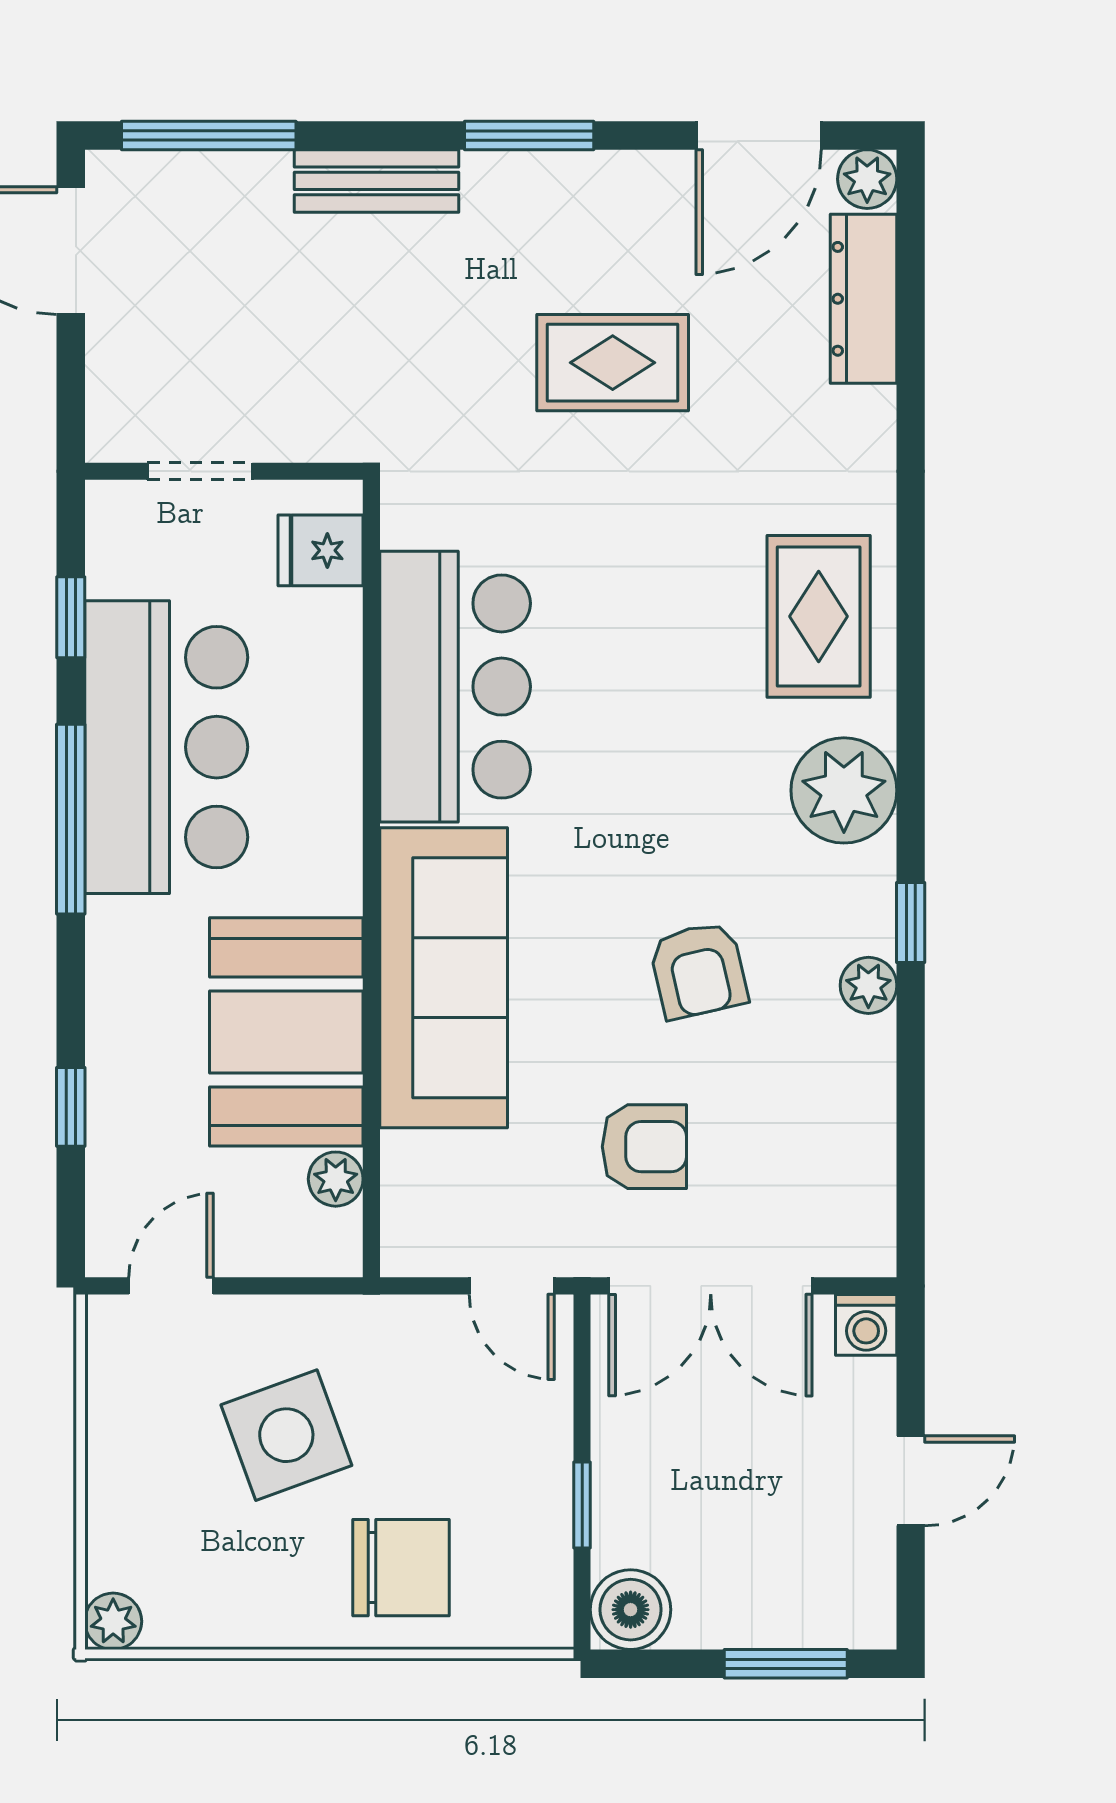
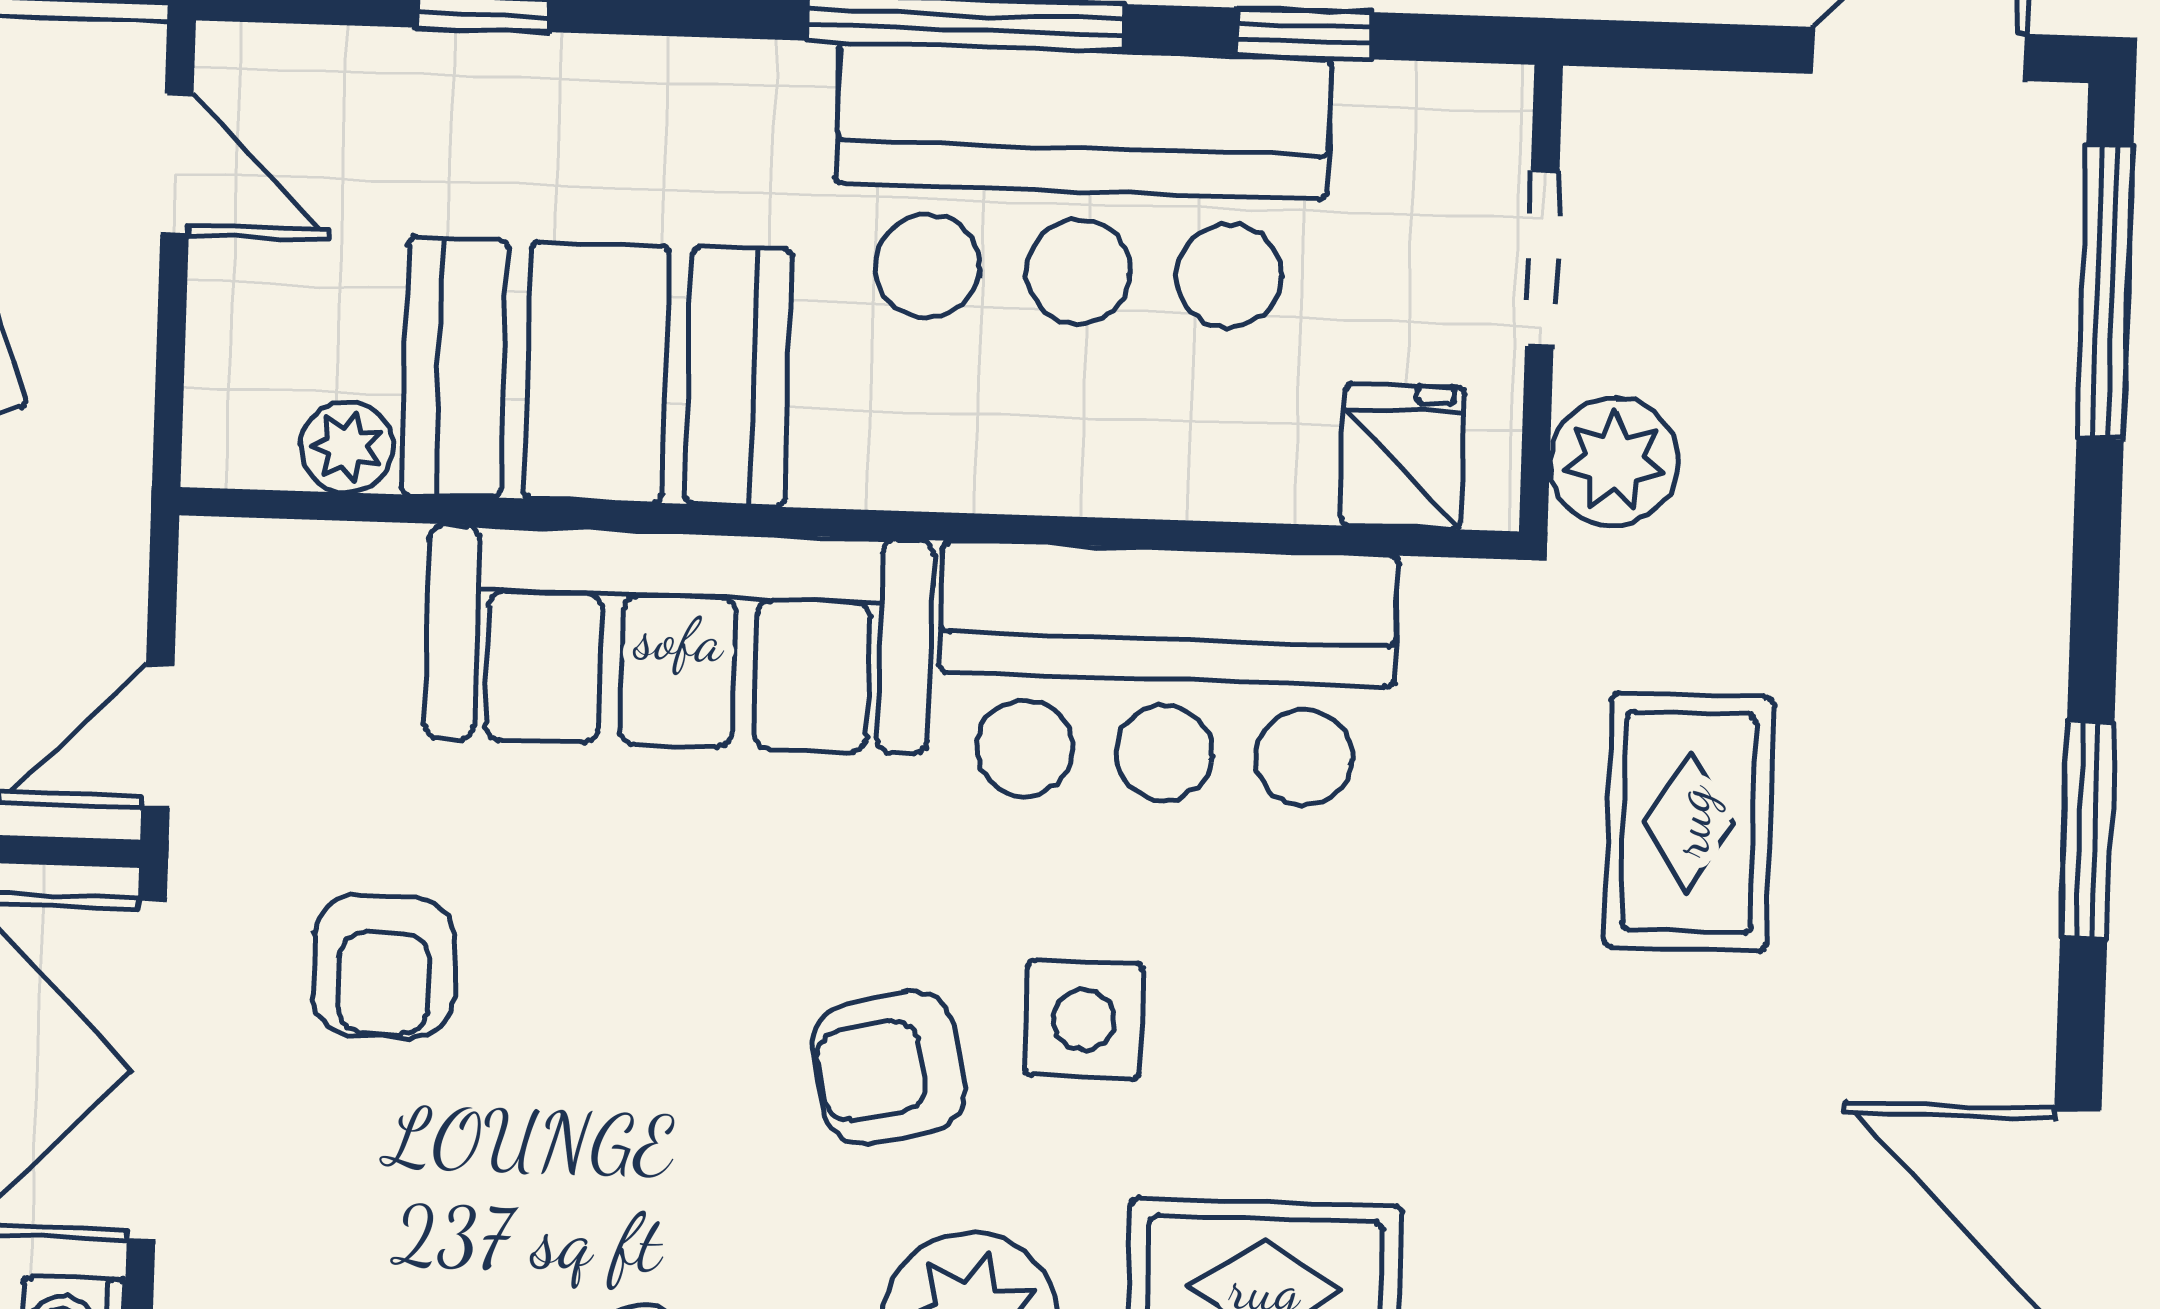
bench: (377, 181) -> (2020, 571), removed
rug: (613, 363) -> (1689, 822), moved
plant: (319, 425) -> (1614, 462), added
side table: (662, 729) -> (1084, 1020), added
armchair: (698, 970) -> (889, 1068), moved

